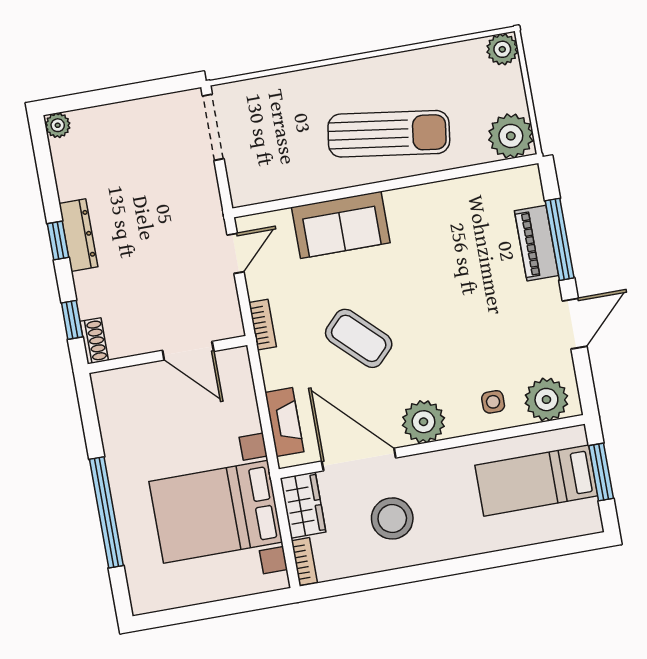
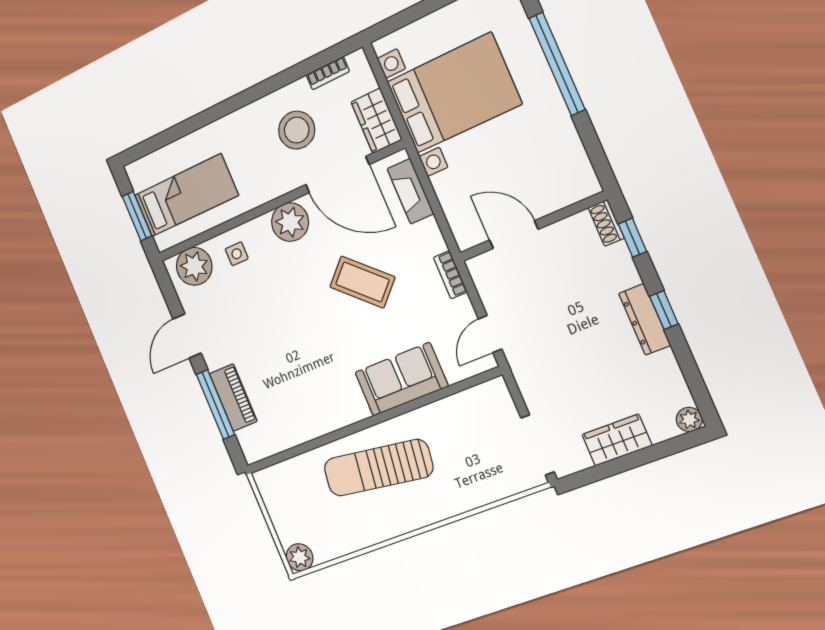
wardrobe: (132, 117) -> (617, 440), added
plant: (511, 136) -> (275, 485), removed
bookcase: (304, 562) -> (328, 73), moved, turned -90

